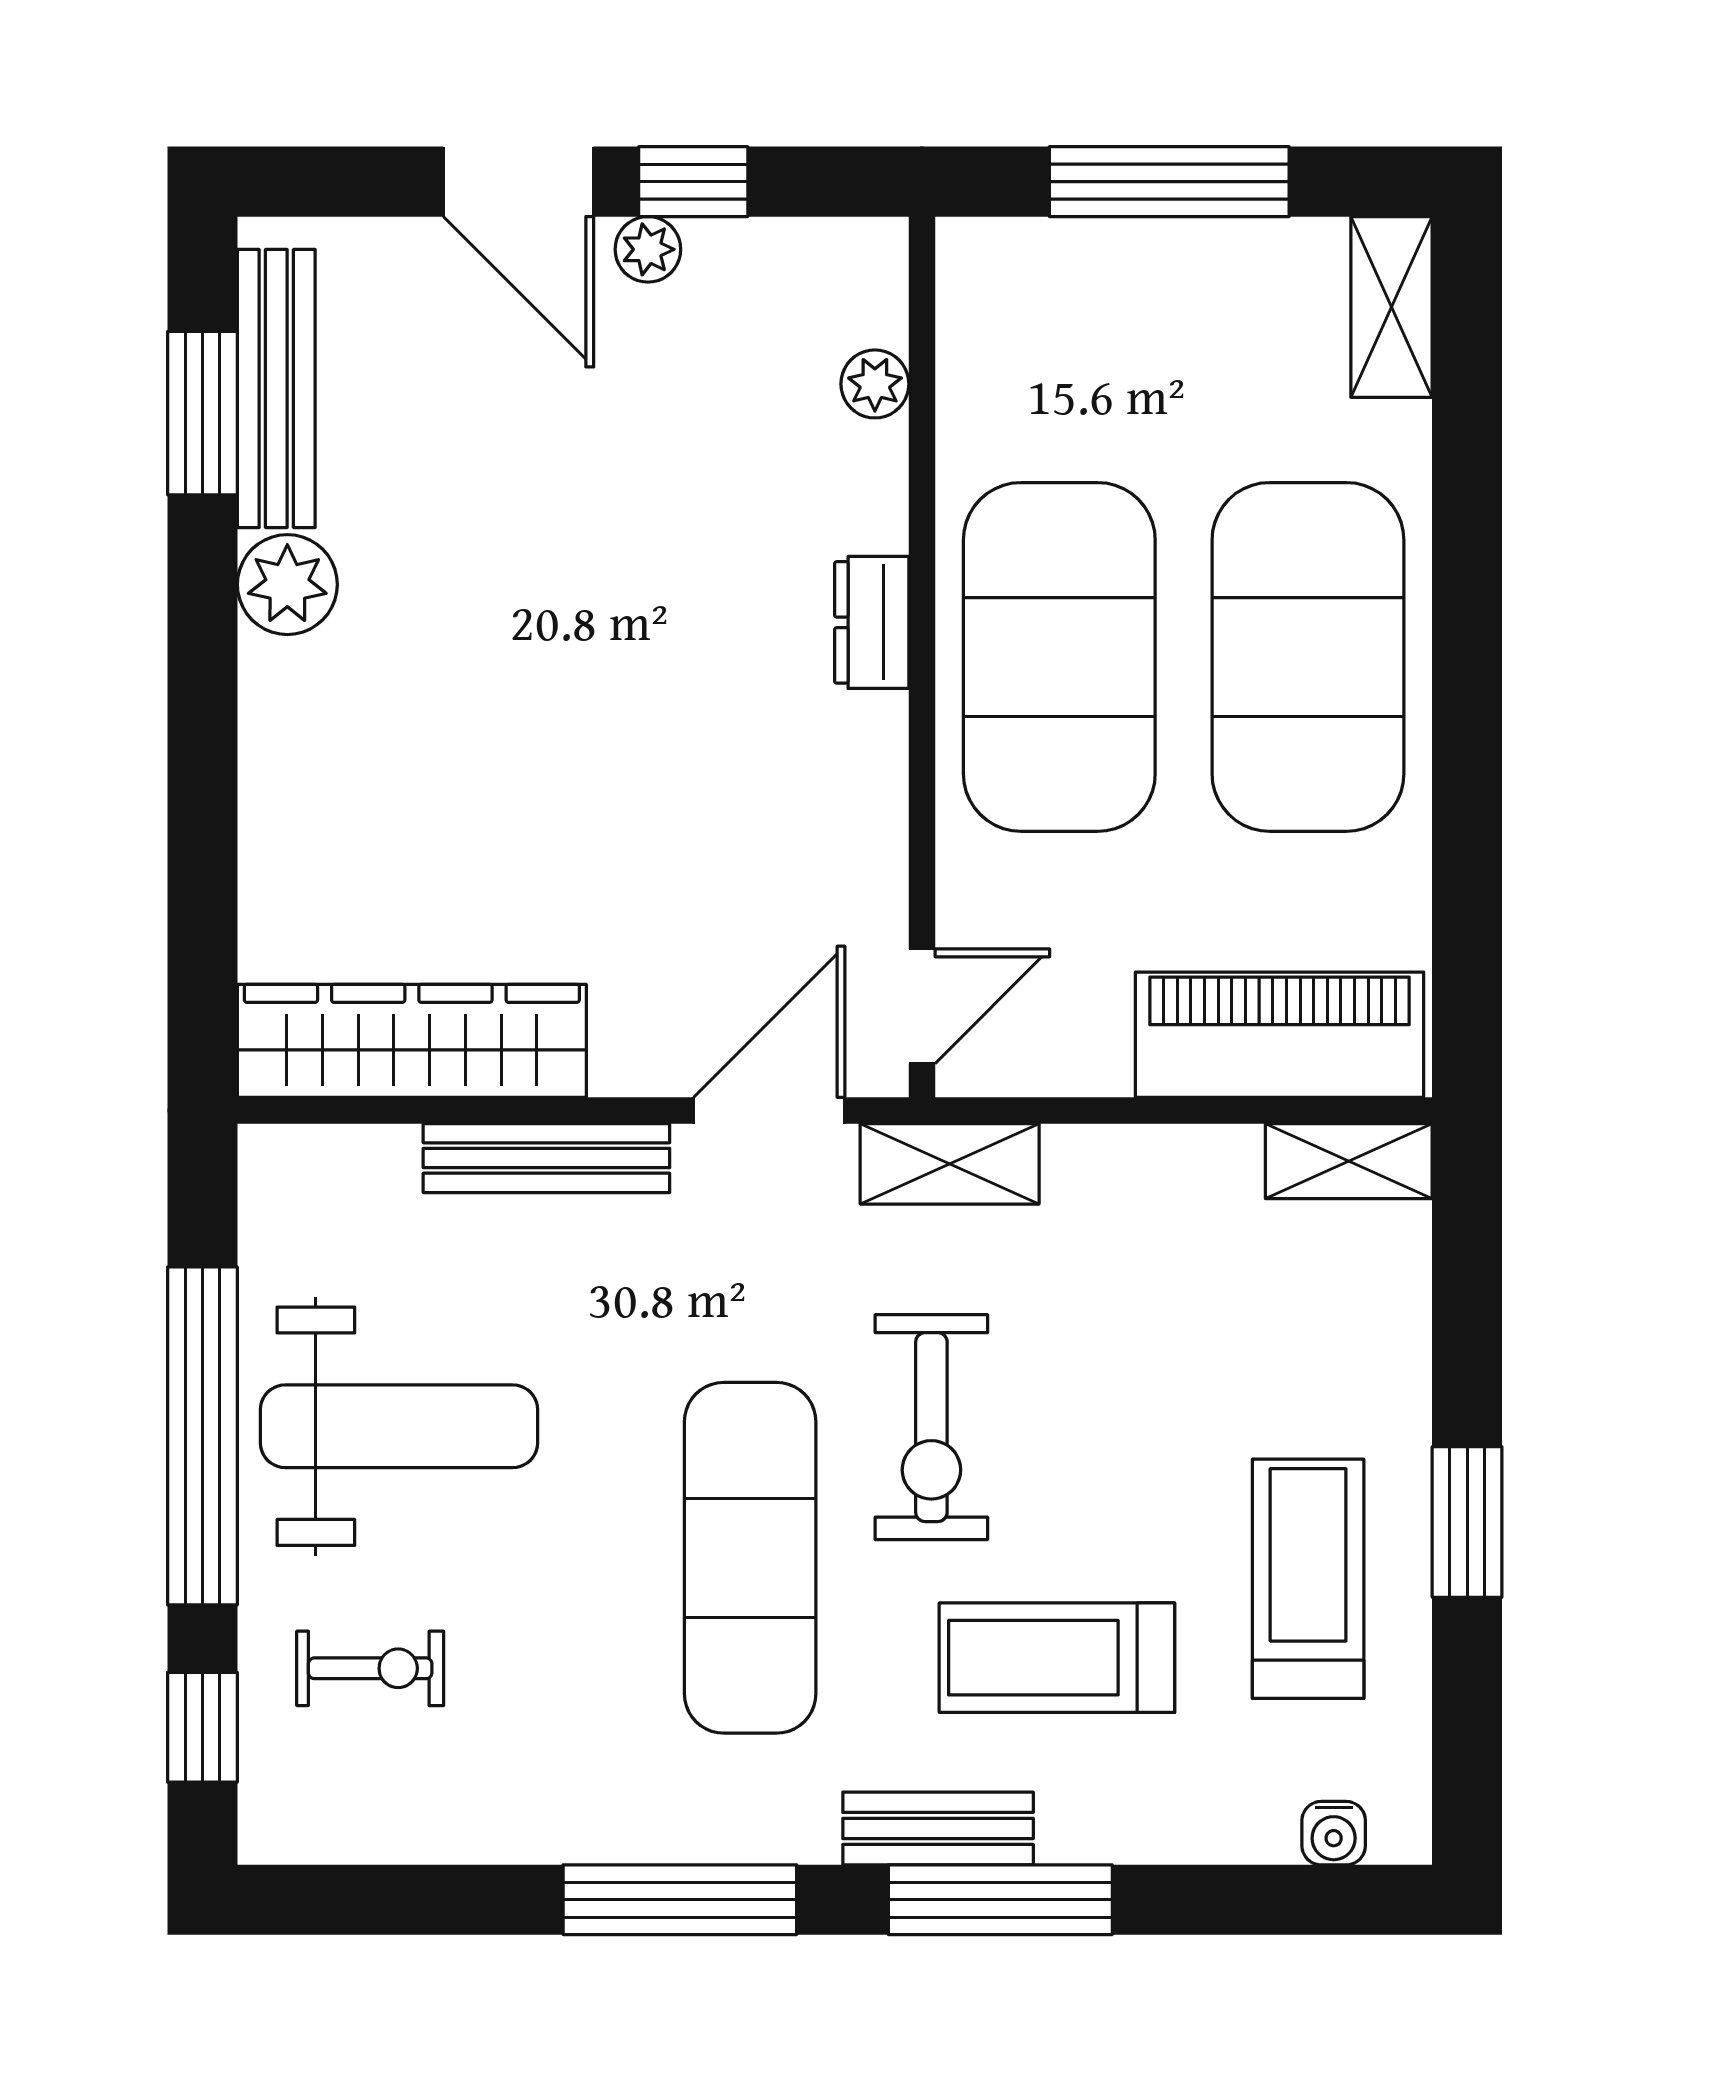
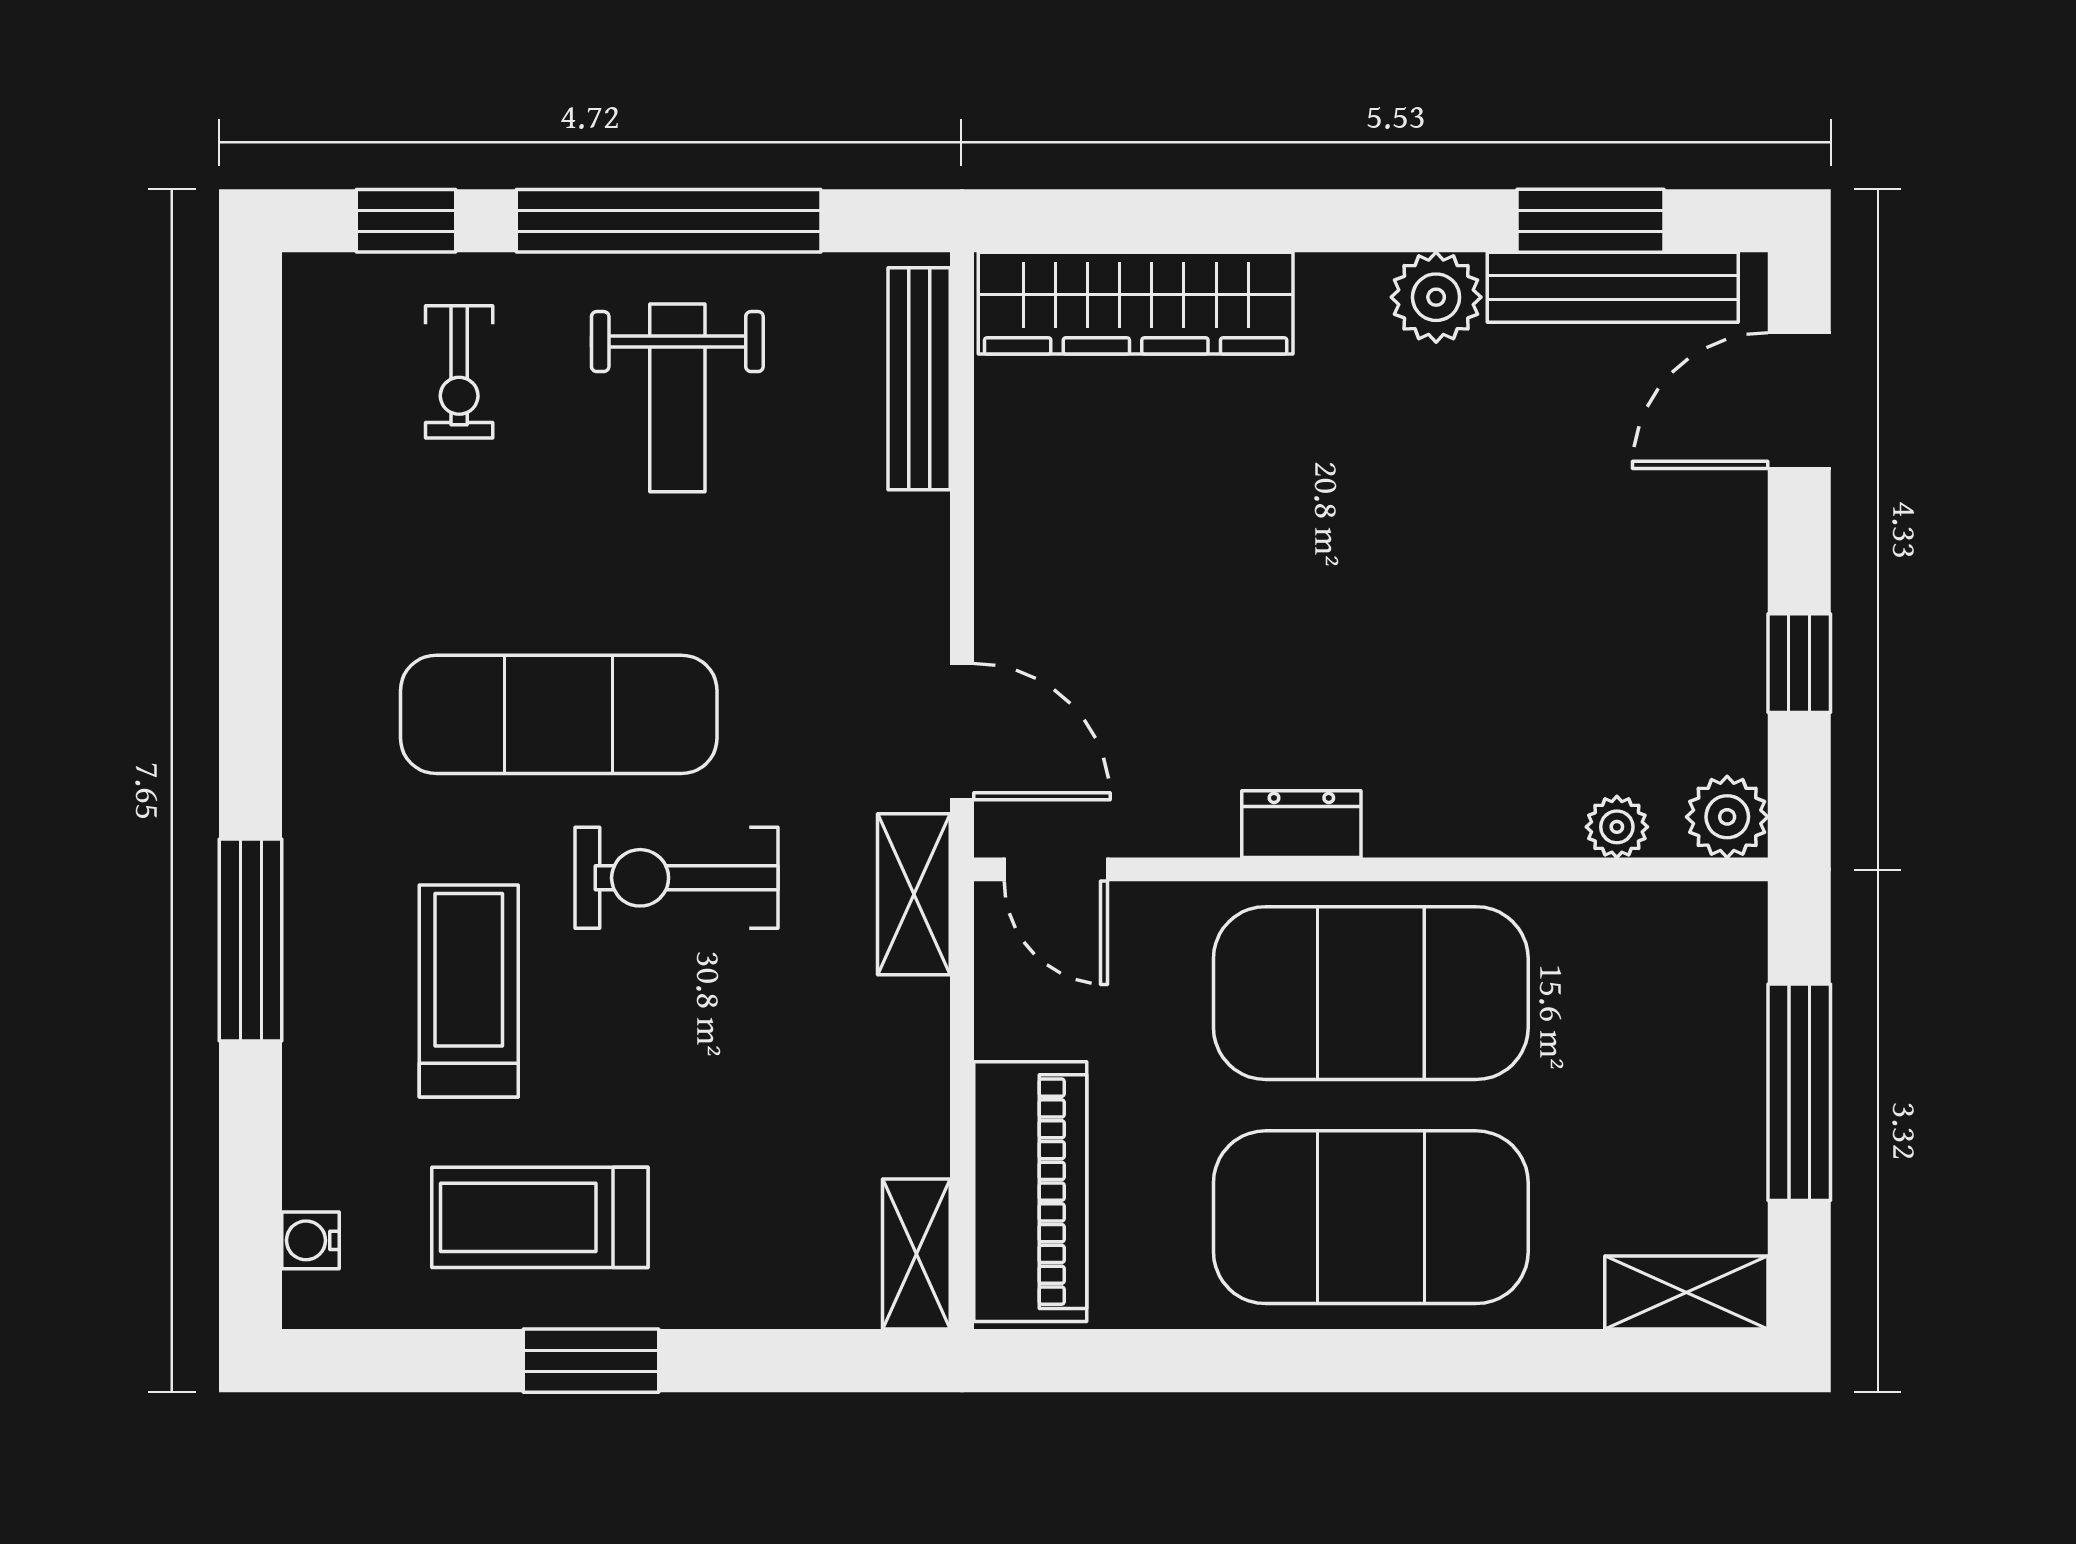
door: (518, 182) -> (1799, 401), moved
plant: (648, 249) -> (1727, 817), moved, width x1.38, depth x1.38
dresser: (872, 622) -> (1301, 824), moved
wardrobe: (412, 1041) -> (1136, 303), moved, turned 90
bench: (546, 1158) -> (919, 379), moved
weight bench: (399, 1426) -> (677, 398), width x0.73, depth x0.75
treadmill: (1308, 1579) -> (540, 1217), turned 180
bench: (938, 1828) -> (315, 884), removed
window: (680, 1900) -> (251, 651), removed

